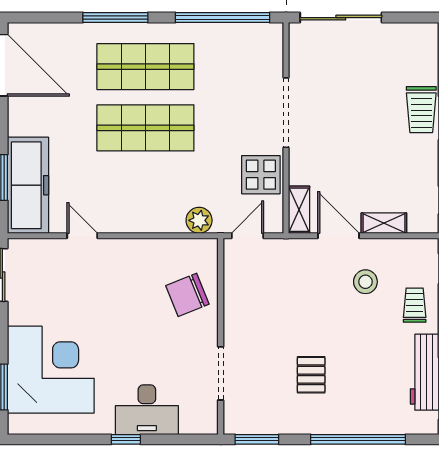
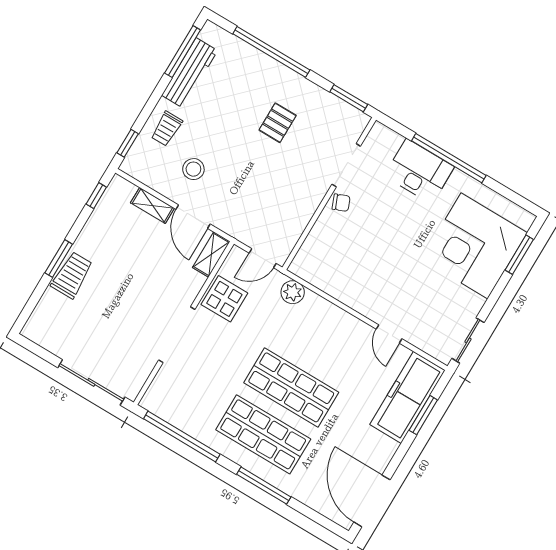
chair: (187, 295) -> (341, 203), moved, width x0.54, depth x0.54
window: (126, 439) -> (449, 158), width x3.17

